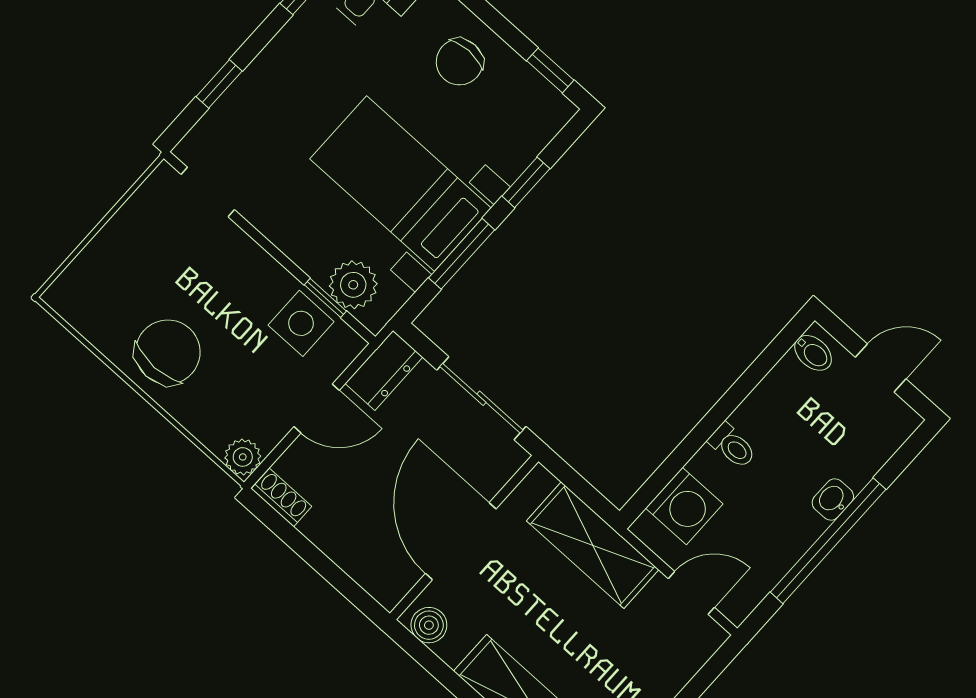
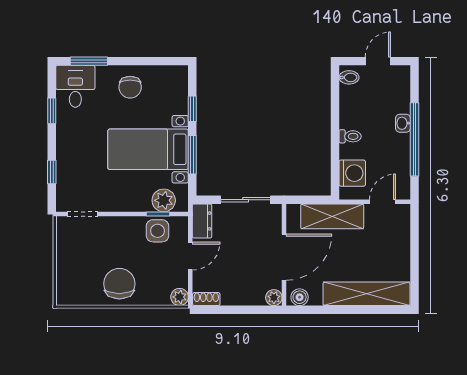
window: (550, 70) -> (165, 61), removed
door: (461, 541) -> (284, 257), swing flipped
plant: (388, 590) -> (274, 298), added

